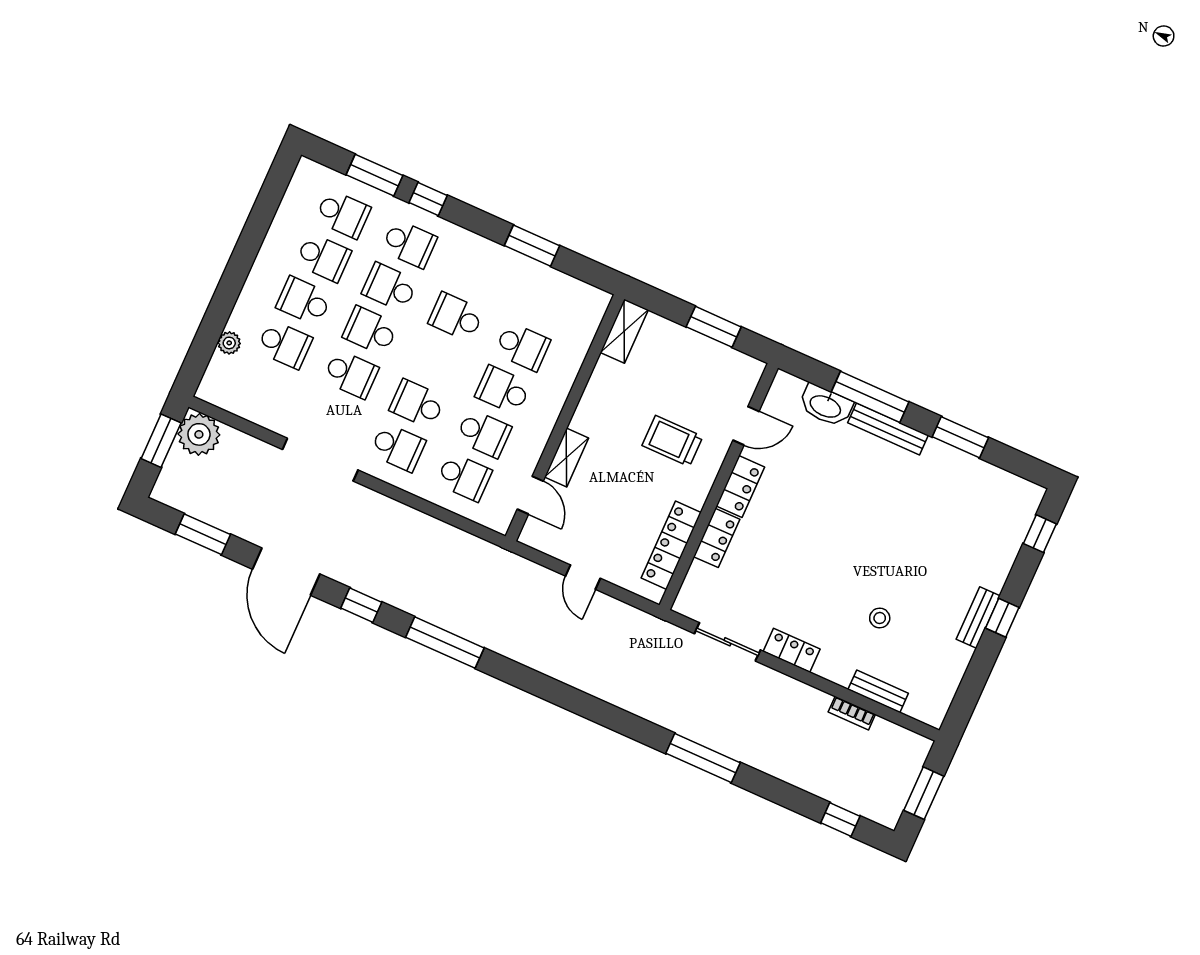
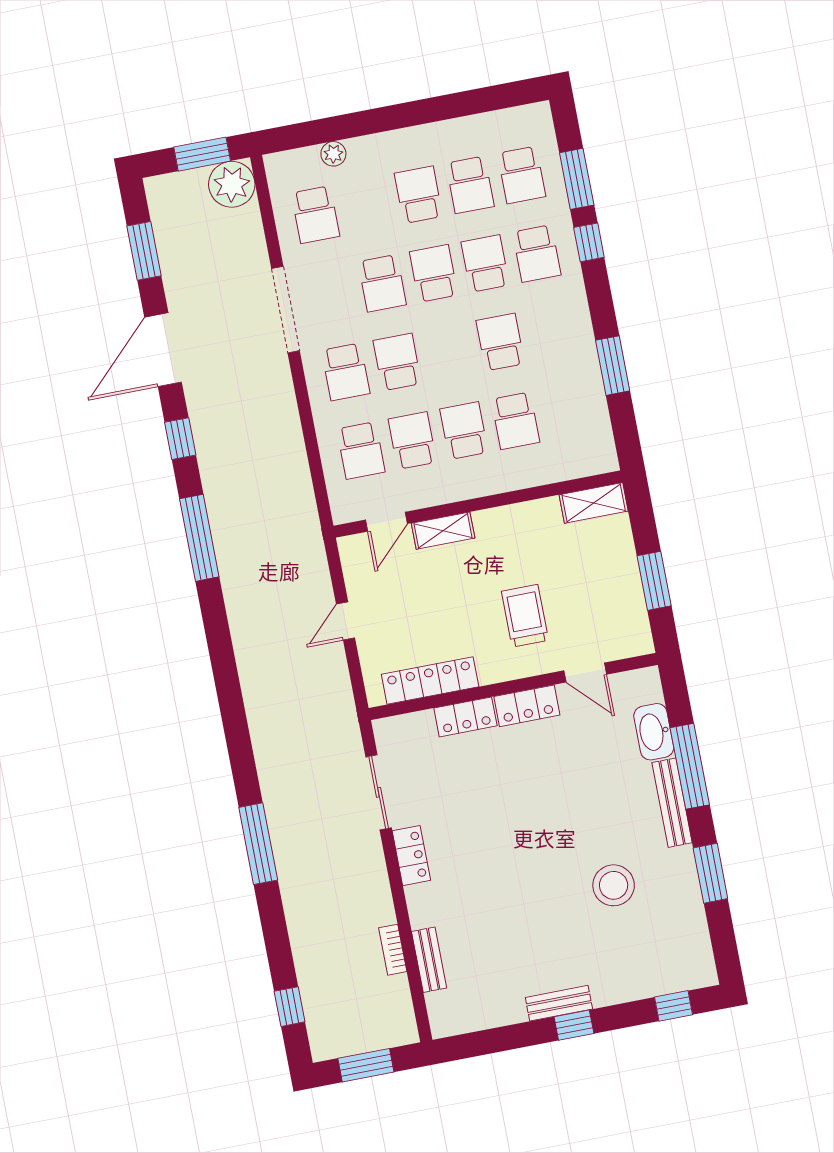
school desk: (284, 344) -> (315, 215), moved
school desk: (484, 434) -> (412, 441), turned 180
stool: (880, 618) -> (614, 885), moved, width x1.89, depth x1.89

